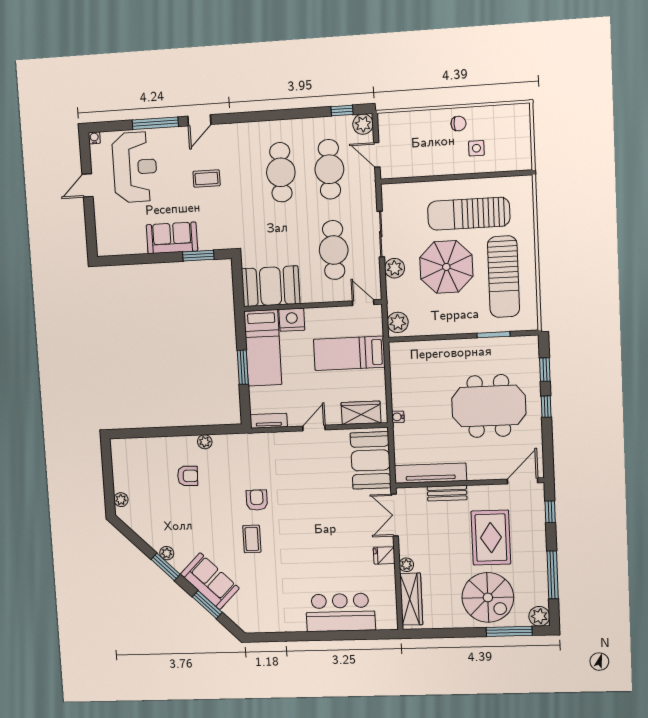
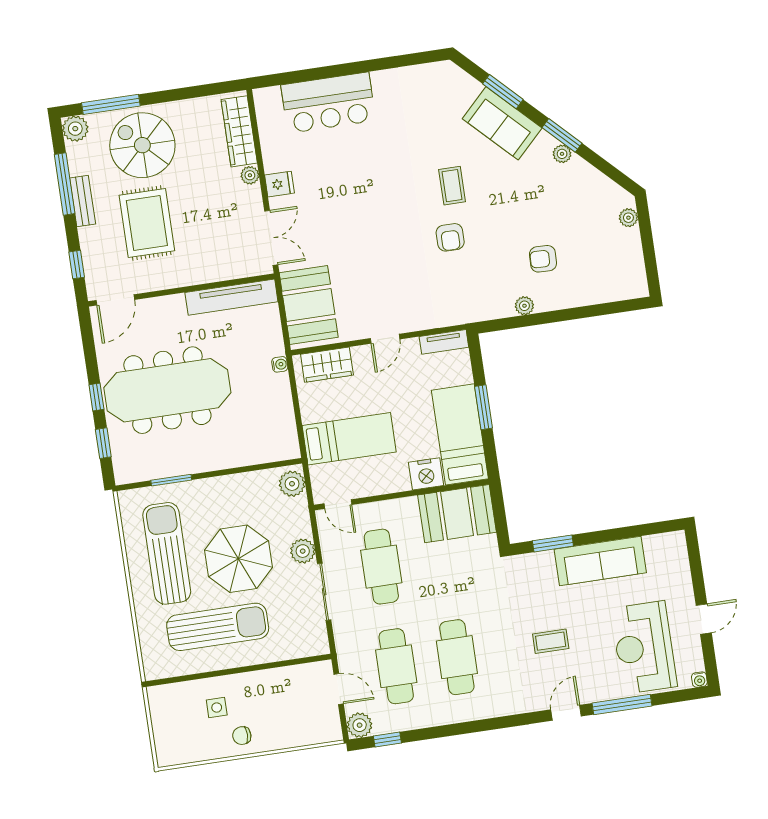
sofa: (172, 238) -> (600, 561), width x1.36
meeting table: (489, 406) -> (167, 390), width x1.36
bench: (447, 493) -> (83, 201), moved, turned 90

